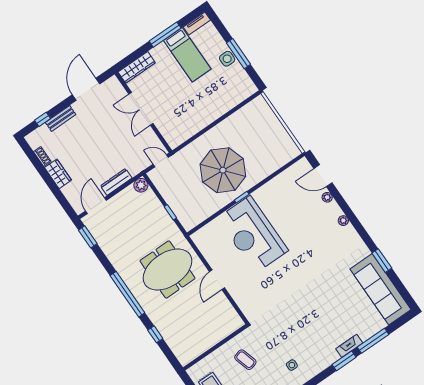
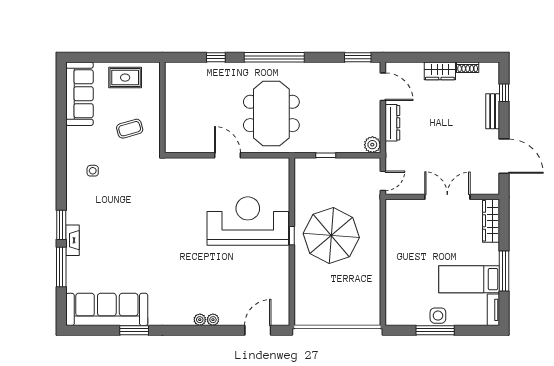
plant: (327, 197) -> (213, 320), moved

